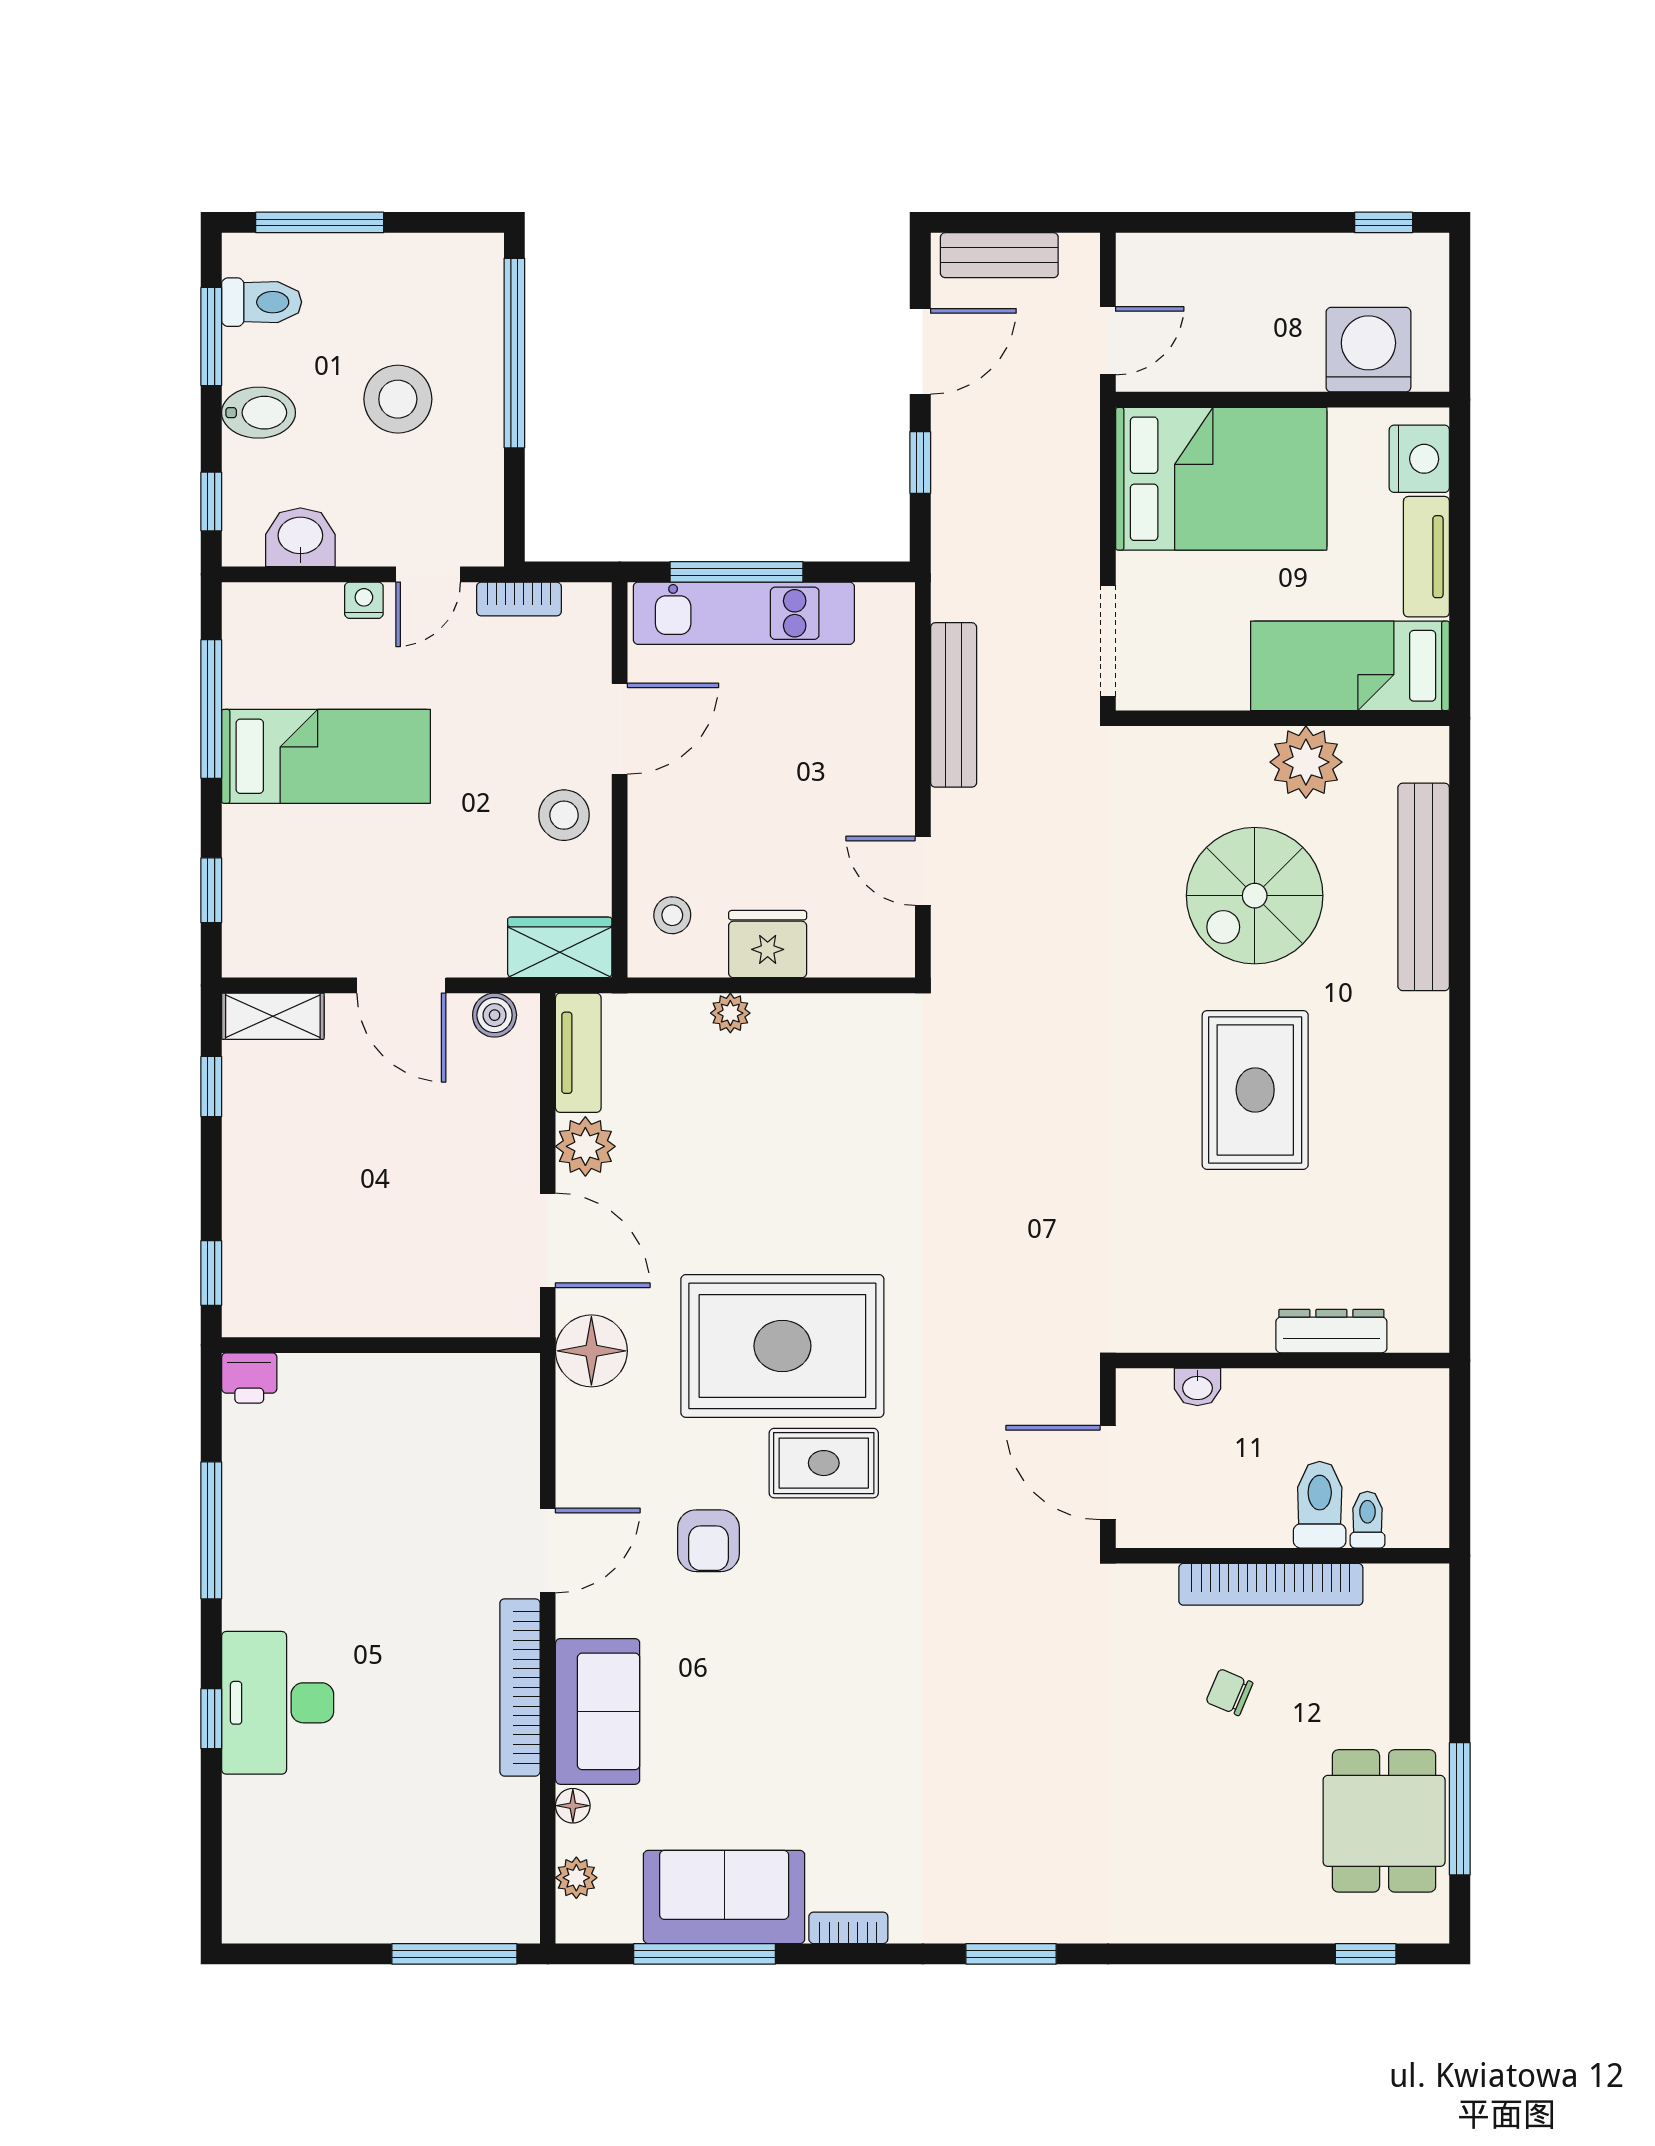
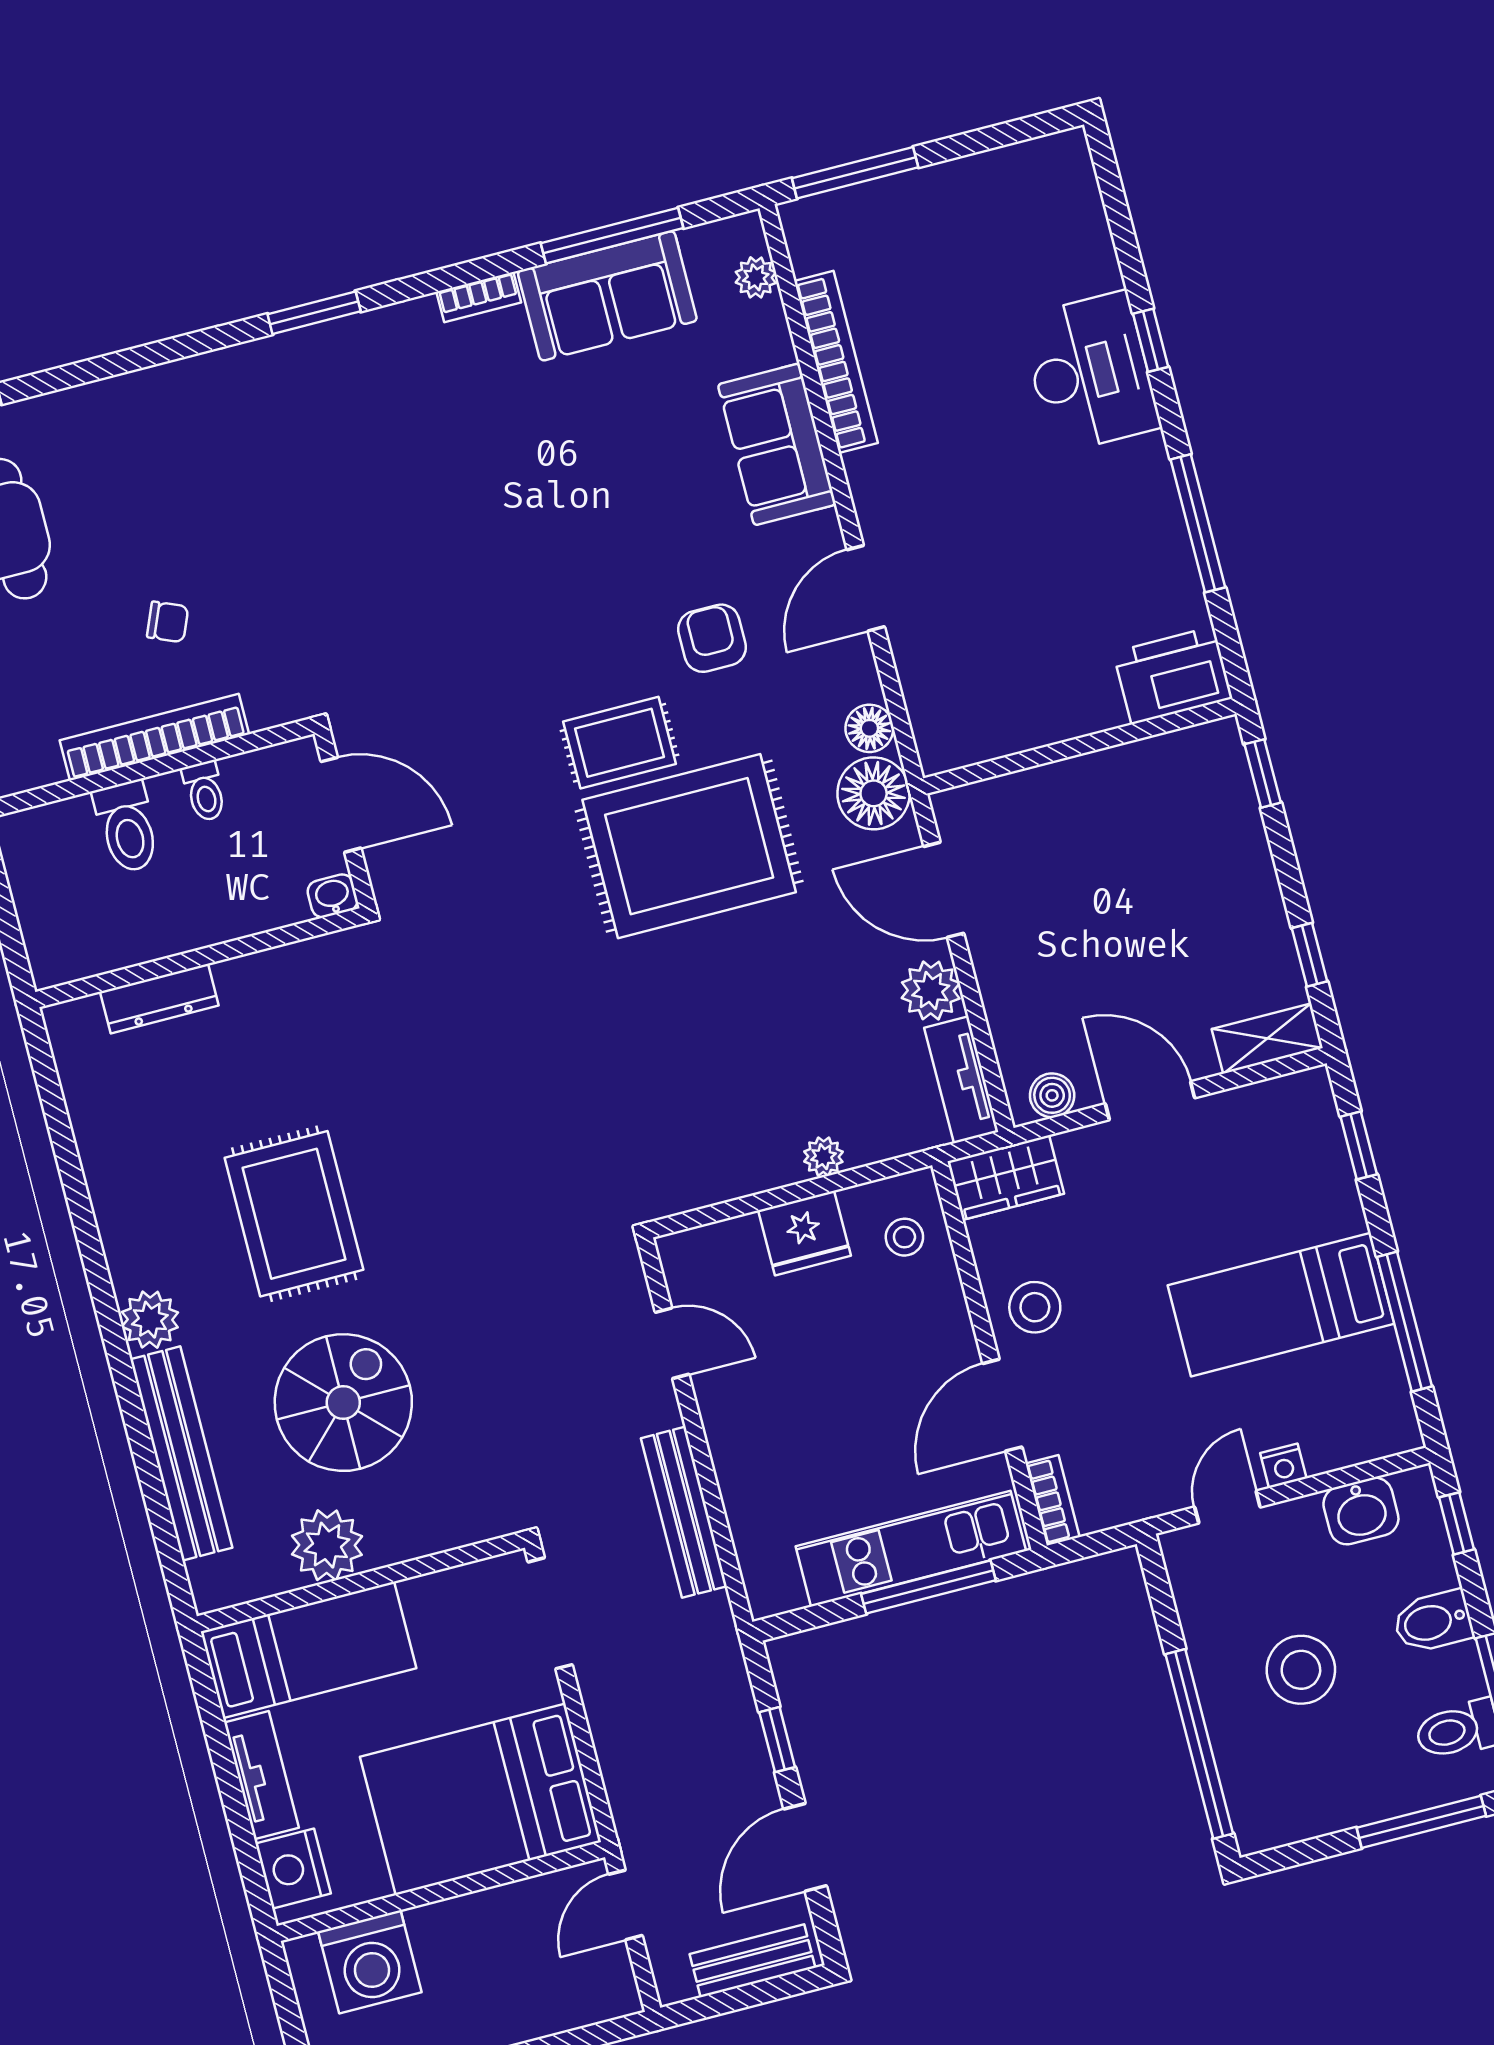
bookcase: (519, 599) -> (1053, 1500), moved, turned 90
plant: (1420, 1024) -> (150, 1320), added
printer: (249, 1378) -> (1173, 675), width x1.87, depth x1.48
washbasin: (1197, 1387) -> (333, 896), moved
toilet: (1367, 1520) -> (205, 791), moved
bookcase: (520, 1687) -> (836, 362), moved
floor lamp: (573, 1806) -> (869, 728), moved, width x1.37, depth x1.37

